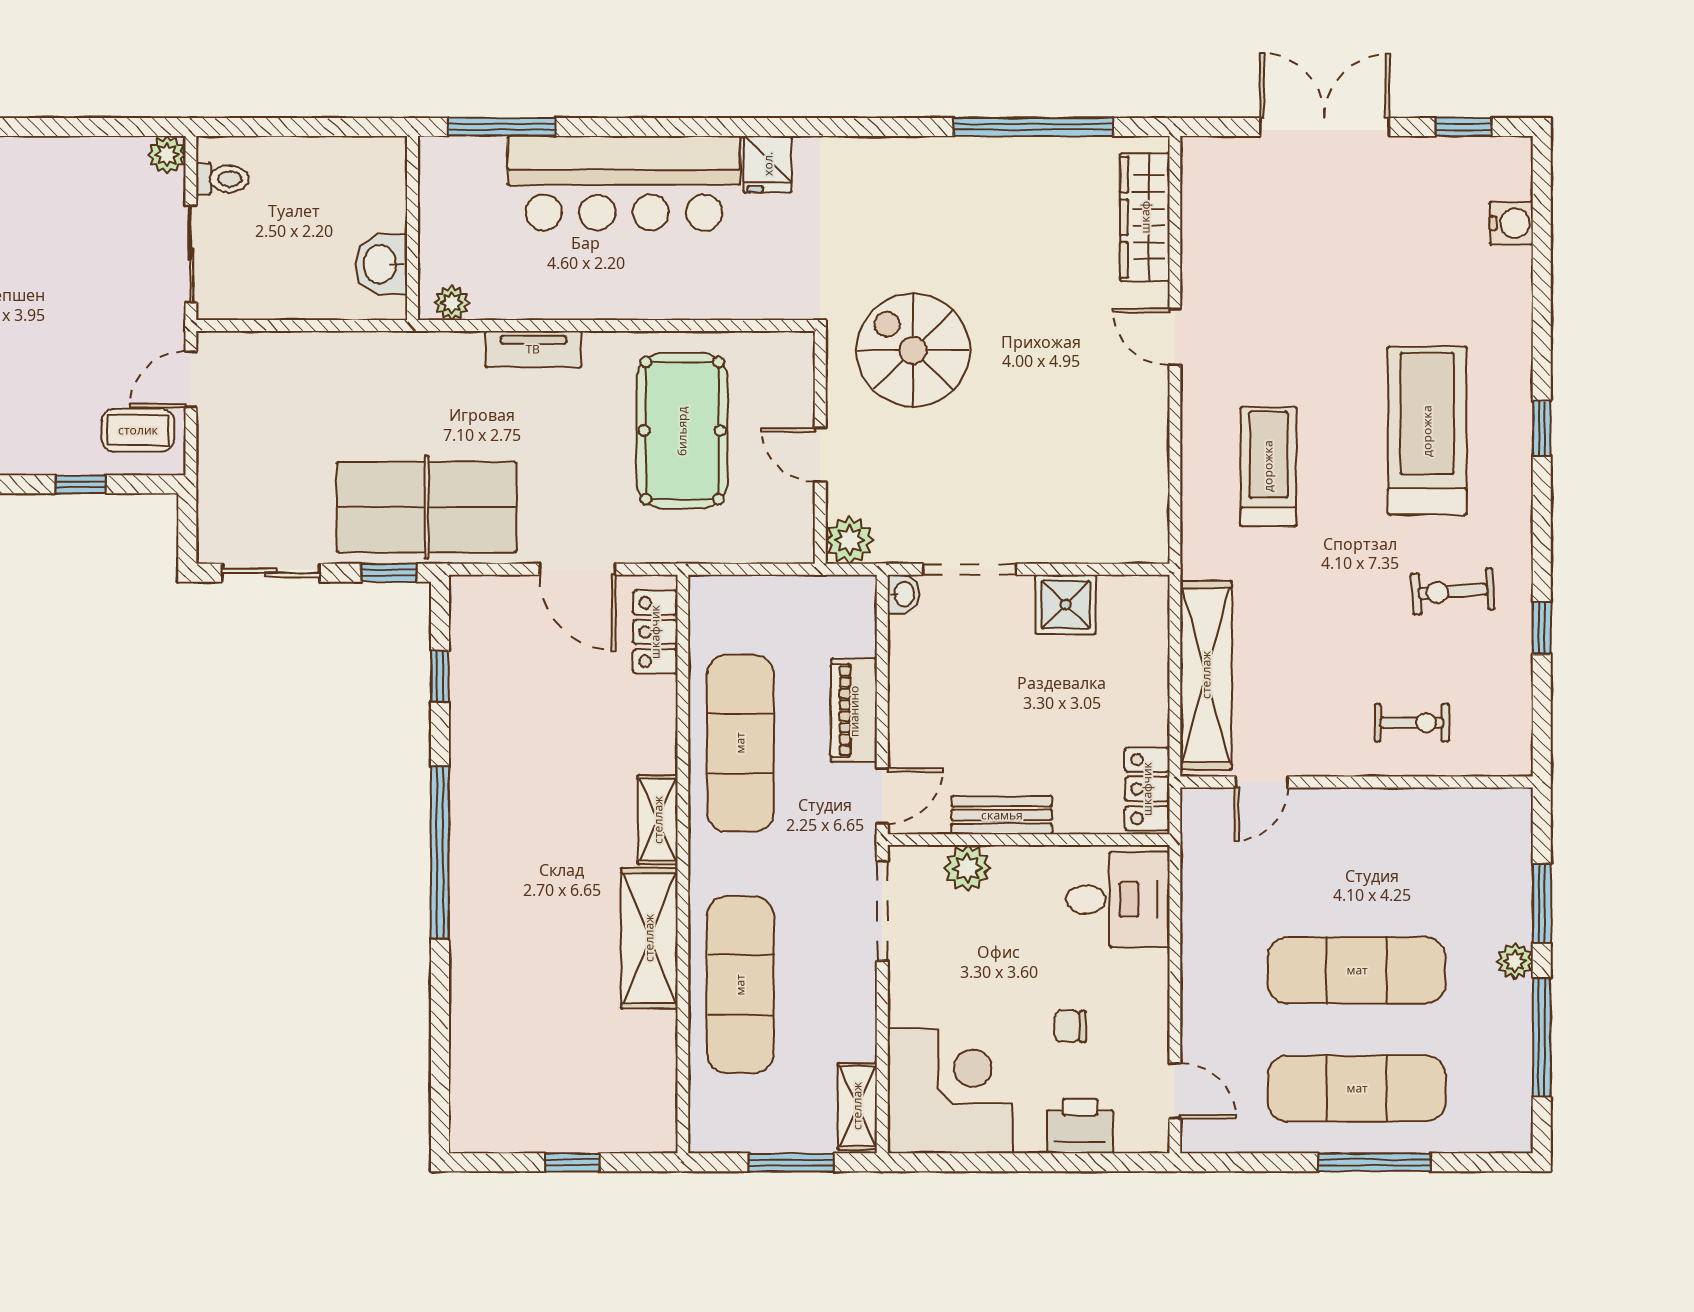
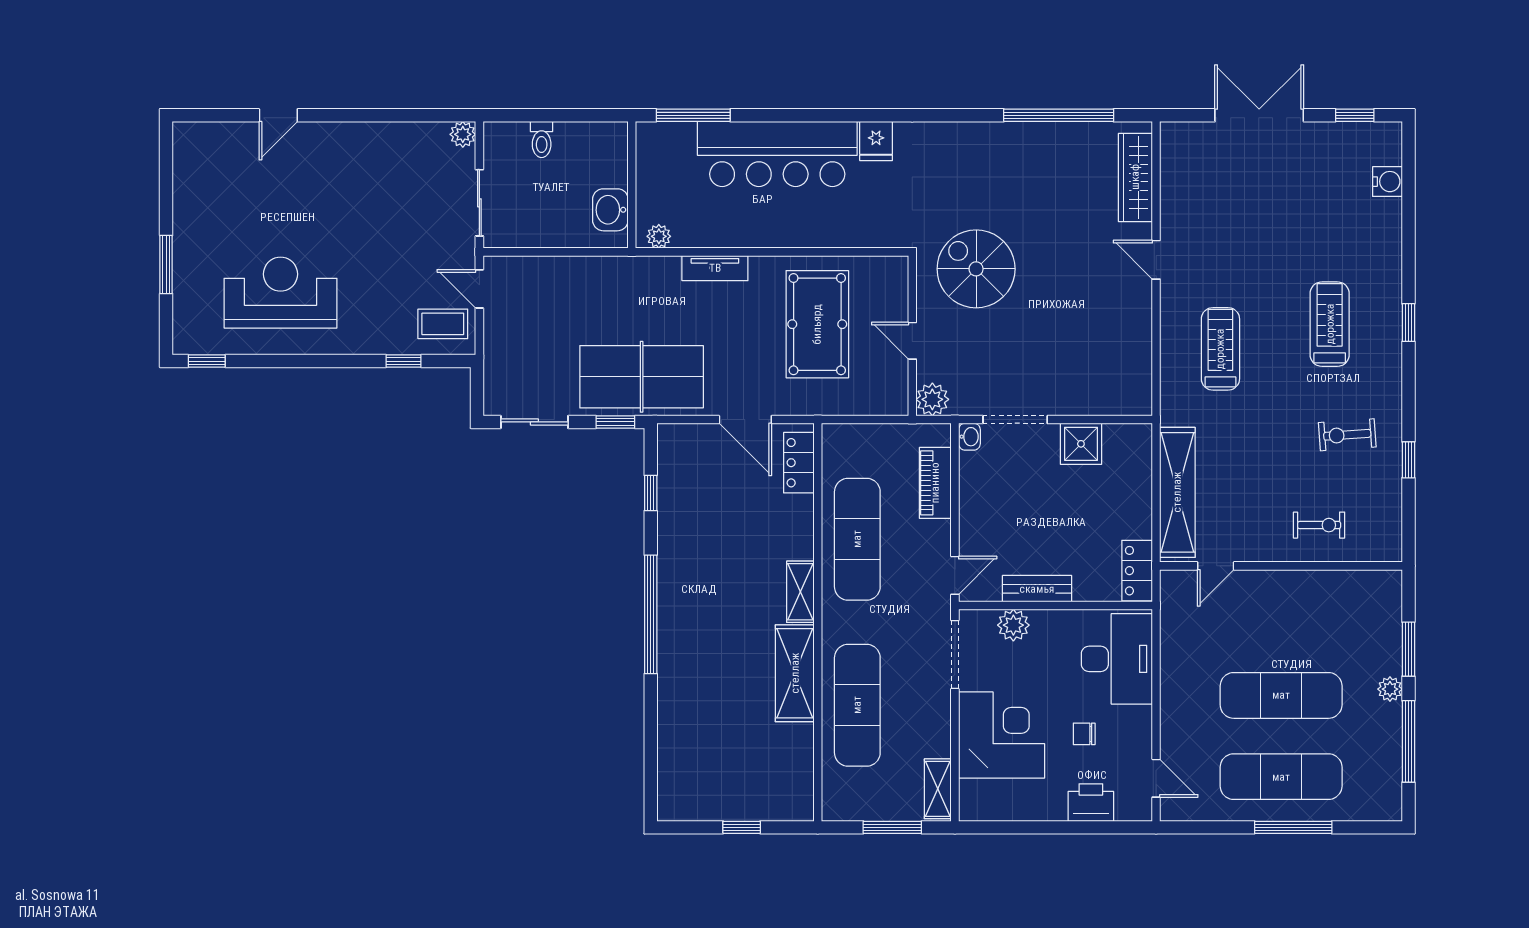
toilet: (222, 179) -> (542, 139), moved, turned 90
door: (191, 379) -> (479, 289), hinge flipped
treadmill: (1427, 431) -> (1330, 324), width x0.73, depth x0.73
piano: (854, 711) -> (935, 483), moved
desk: (1118, 899) -> (1117, 659), width x1.37
corner desk: (950, 1091) -> (1002, 735), moved

